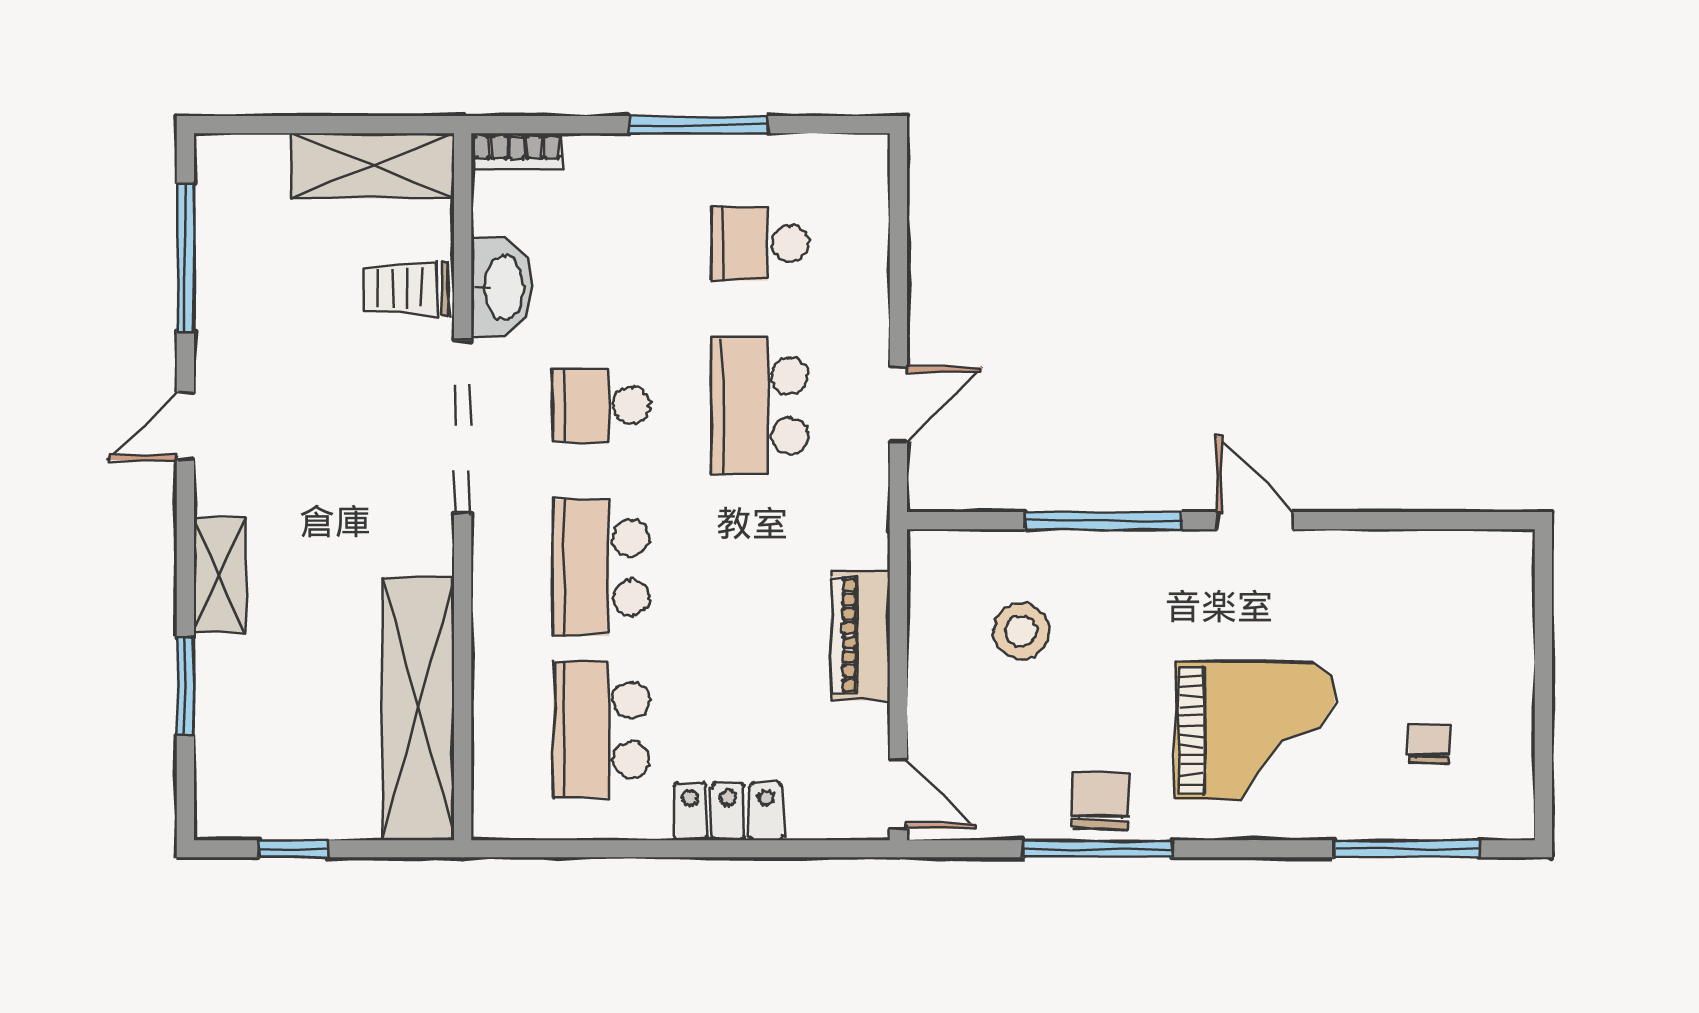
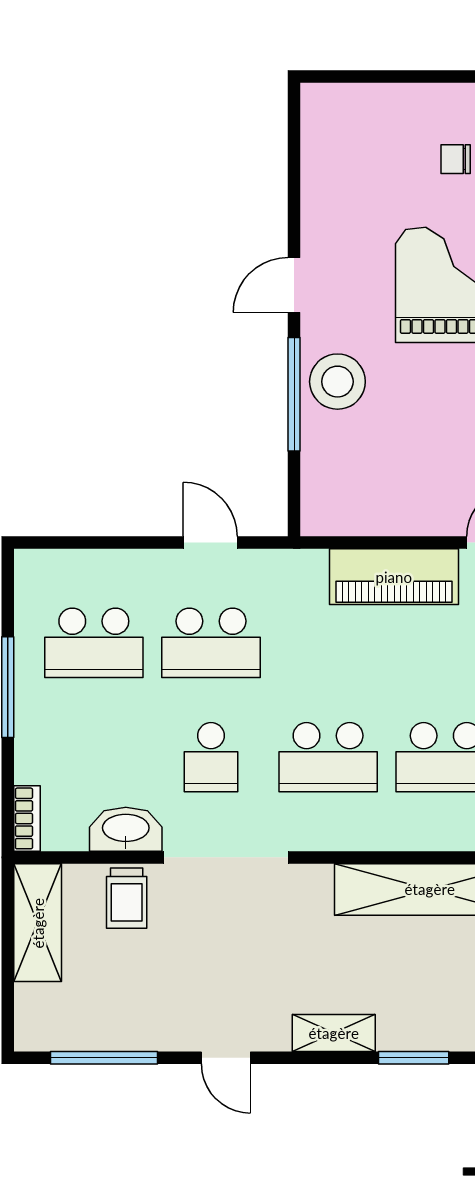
school desk: (760, 244) -> (94, 643), width x1.85
stool: (1021, 631) -> (337, 382), moved, width x1.38, depth x1.38
piano: (861, 635) -> (394, 577), width x1.37, depth x1.33

